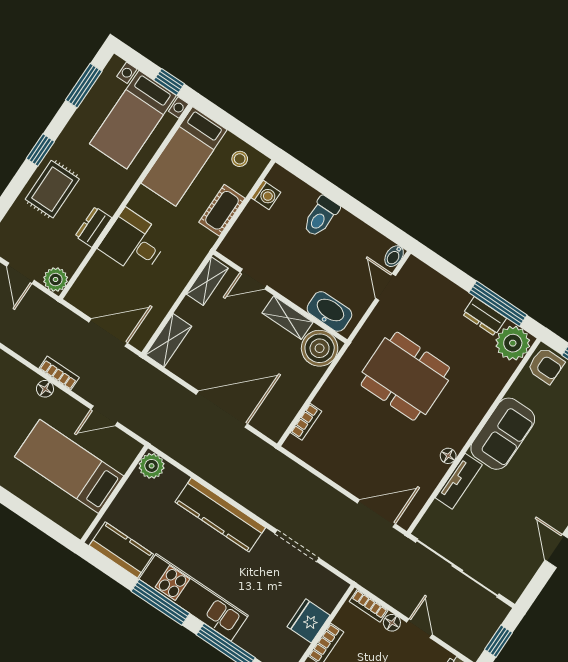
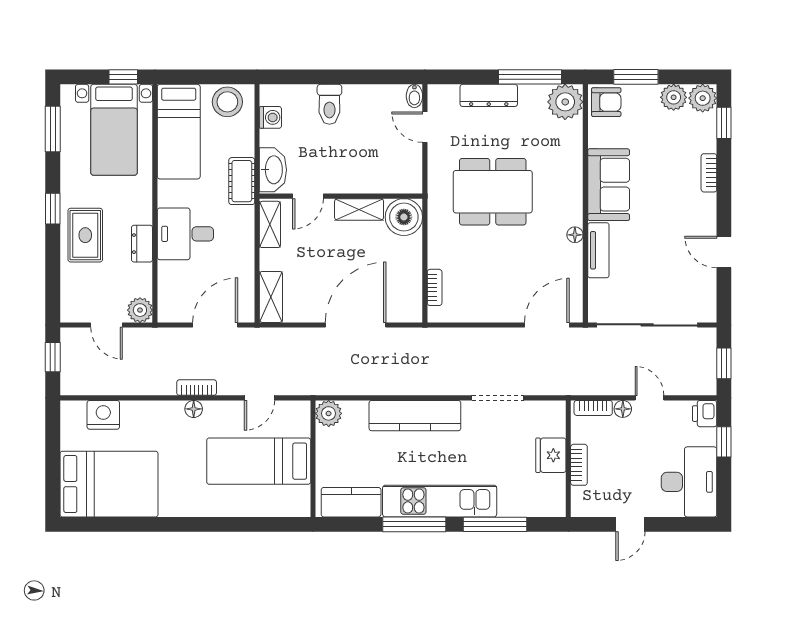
stool: (240, 159) -> (227, 102), width x1.89, depth x1.89
cot: (222, 210) -> (242, 181), moved
washbasin: (329, 311) -> (273, 170), moved, turned 90
dresser: (484, 316) -> (489, 95), moved, width x1.44

